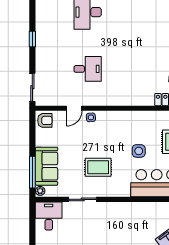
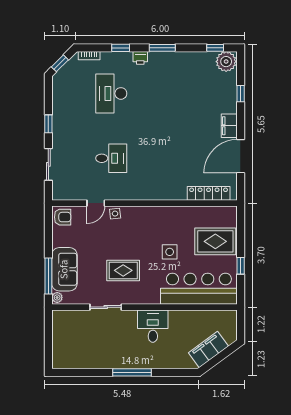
sliding door: (32, 87) -> (48, 164), moved
desk: (49, 216) -> (153, 326), moved

